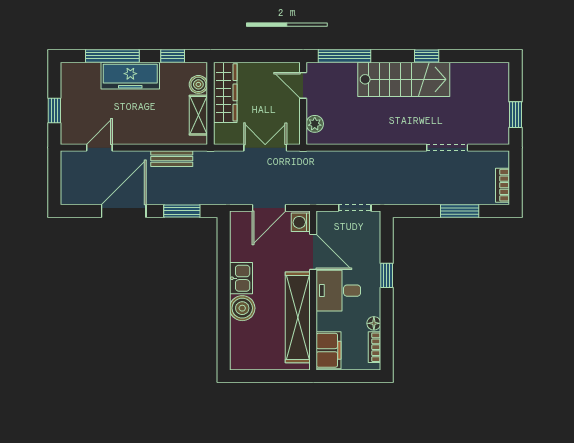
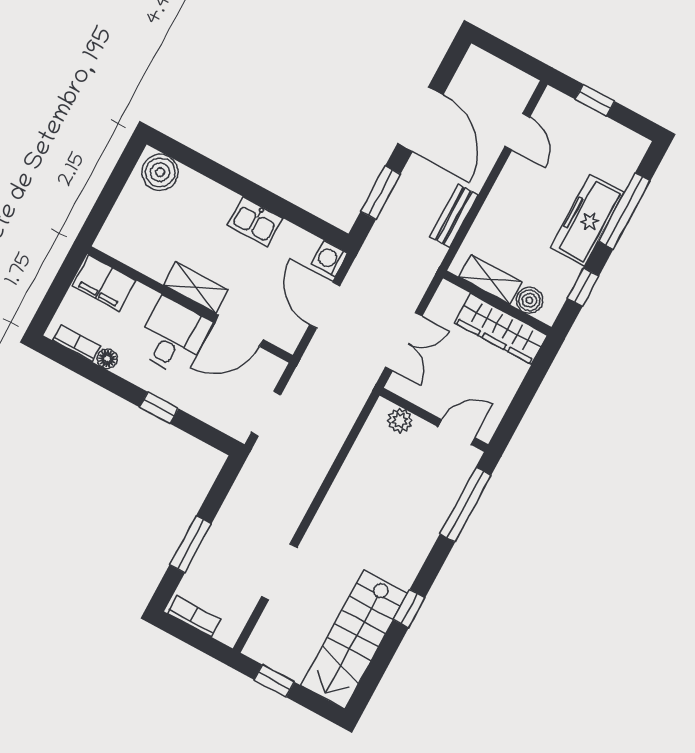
stairs: (404, 79) -> (354, 639), moved
washing machine: (301, 222) -> (330, 259), moved, turned -90
boiler: (242, 308) -> (160, 172), moved
shelving: (298, 317) -> (196, 287), width x0.45, depth x0.75

